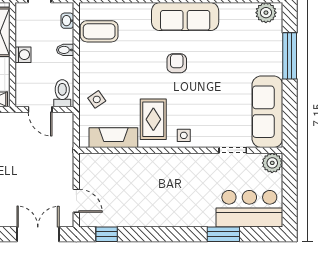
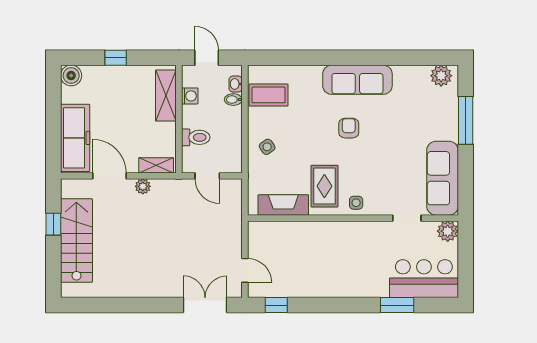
bidet: (65, 50) -> (233, 100), moved
washing machine: (23, 55) -> (190, 96), moved
toilet: (62, 93) -> (196, 137), moved, turned 90
side table: (97, 99) -> (267, 147), moved

